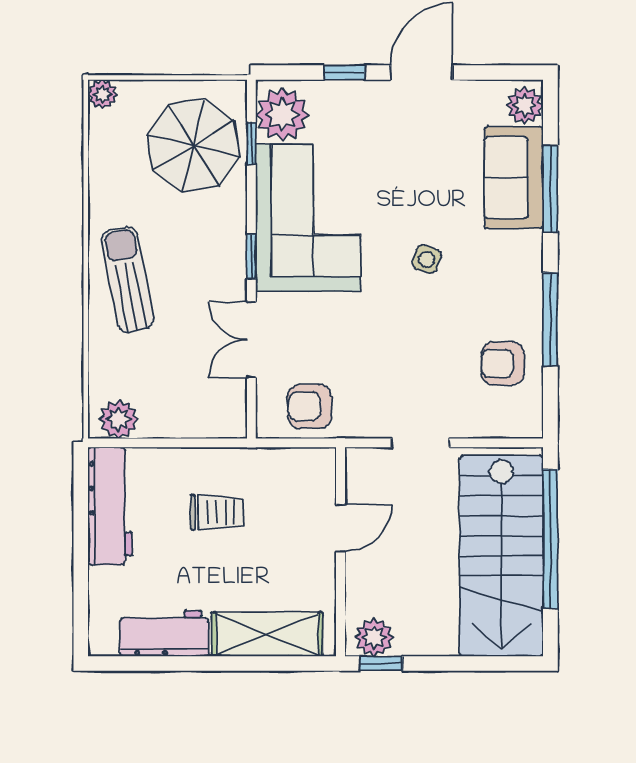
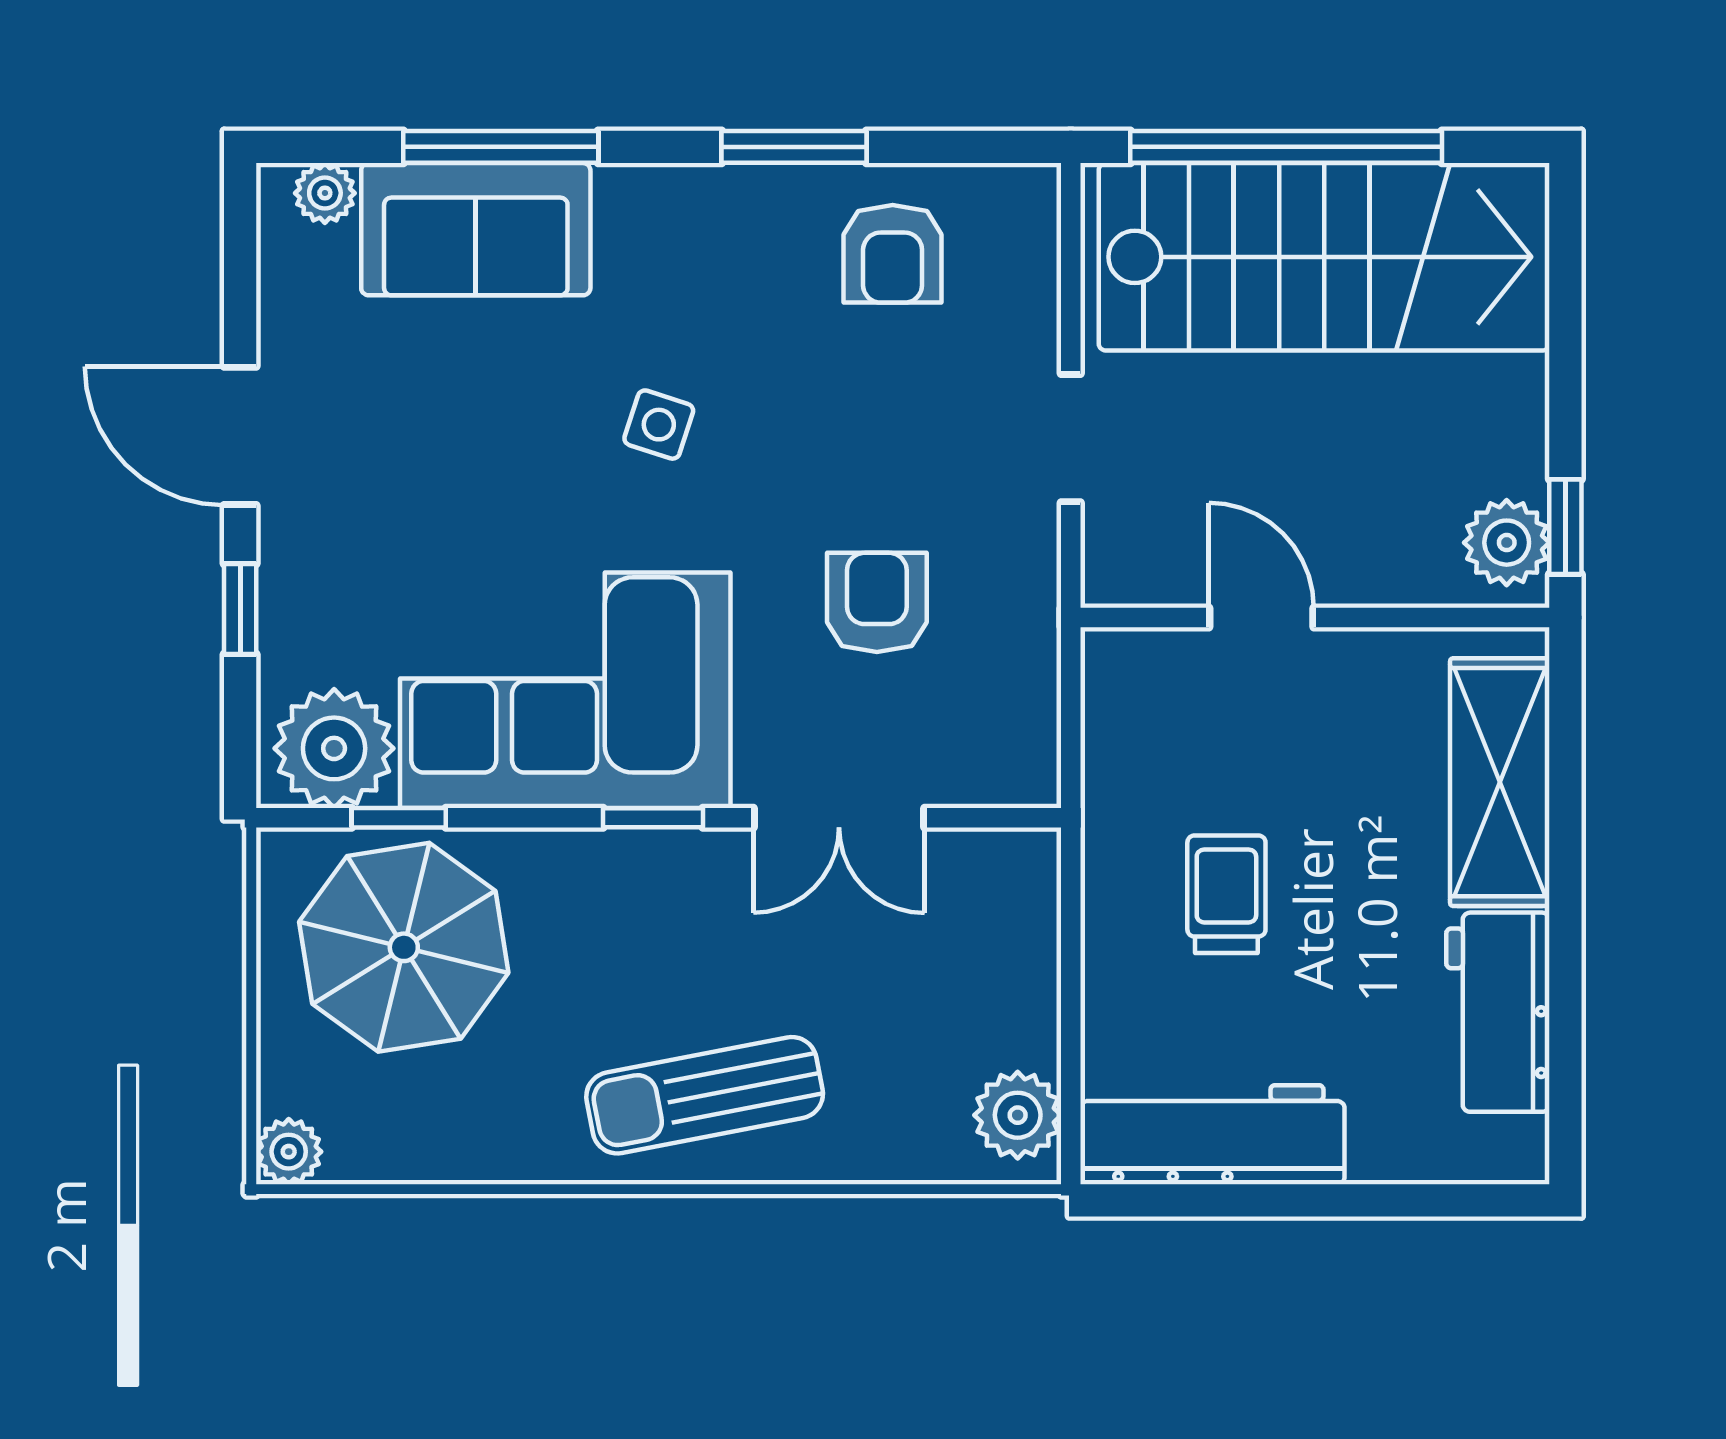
plant: (525, 105) -> (325, 193), width x0.73, depth x0.73
window: (550, 320) -> (794, 147), width x0.69
armchair: (309, 406) -> (877, 602), moved, turned 180

